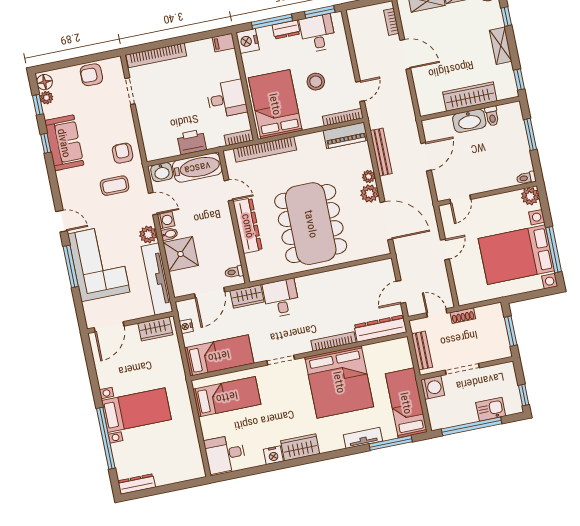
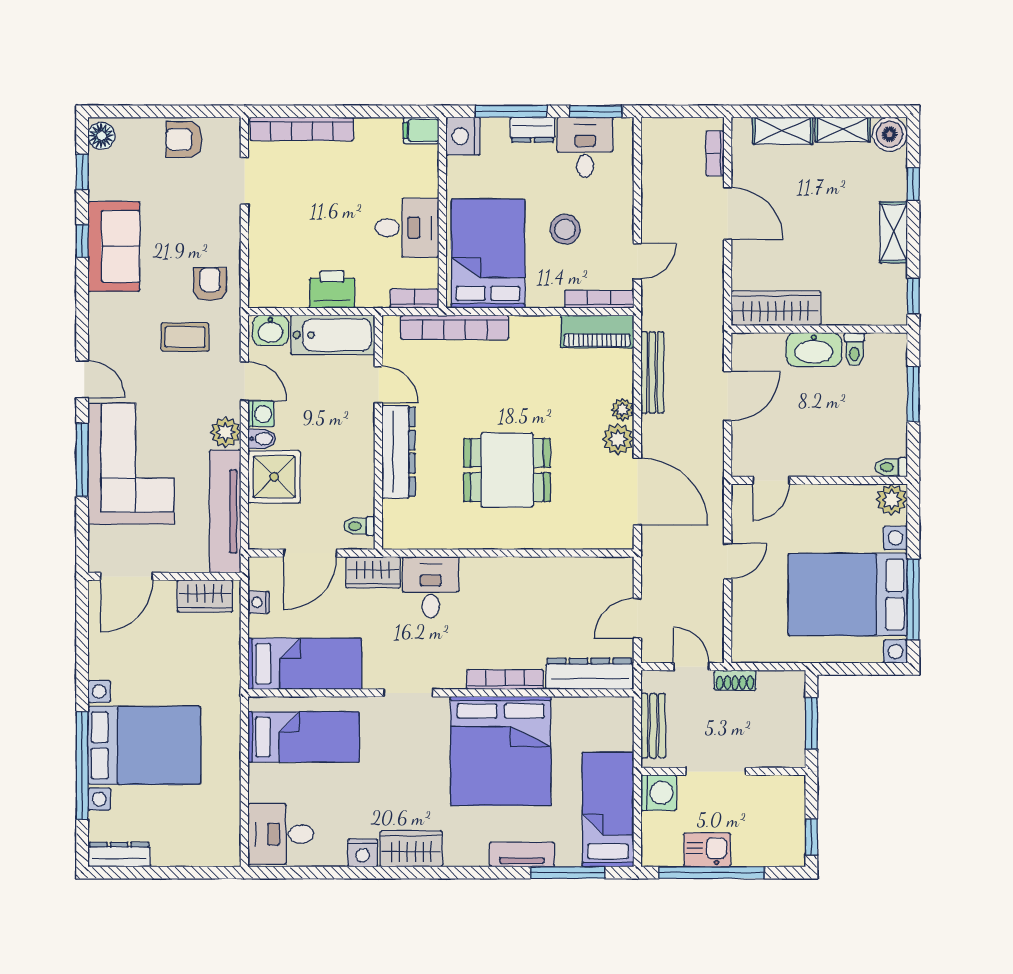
wardrobe: (470, 96) -> (776, 308), moved
plant: (46, 98) -> (99, 163), removed
dining table: (311, 224) -> (507, 470), width x0.53, depth x0.80
kitchen sink: (491, 409) -> (707, 850), moved
bed with nightstands: (136, 410) -> (144, 745), width x1.36

